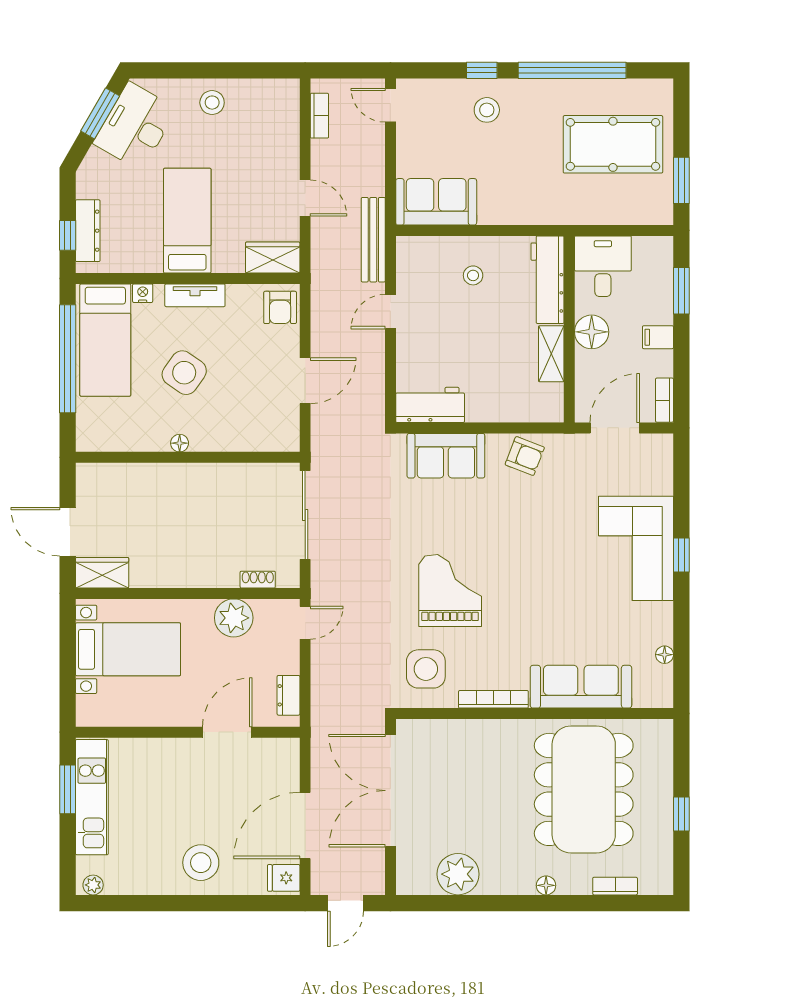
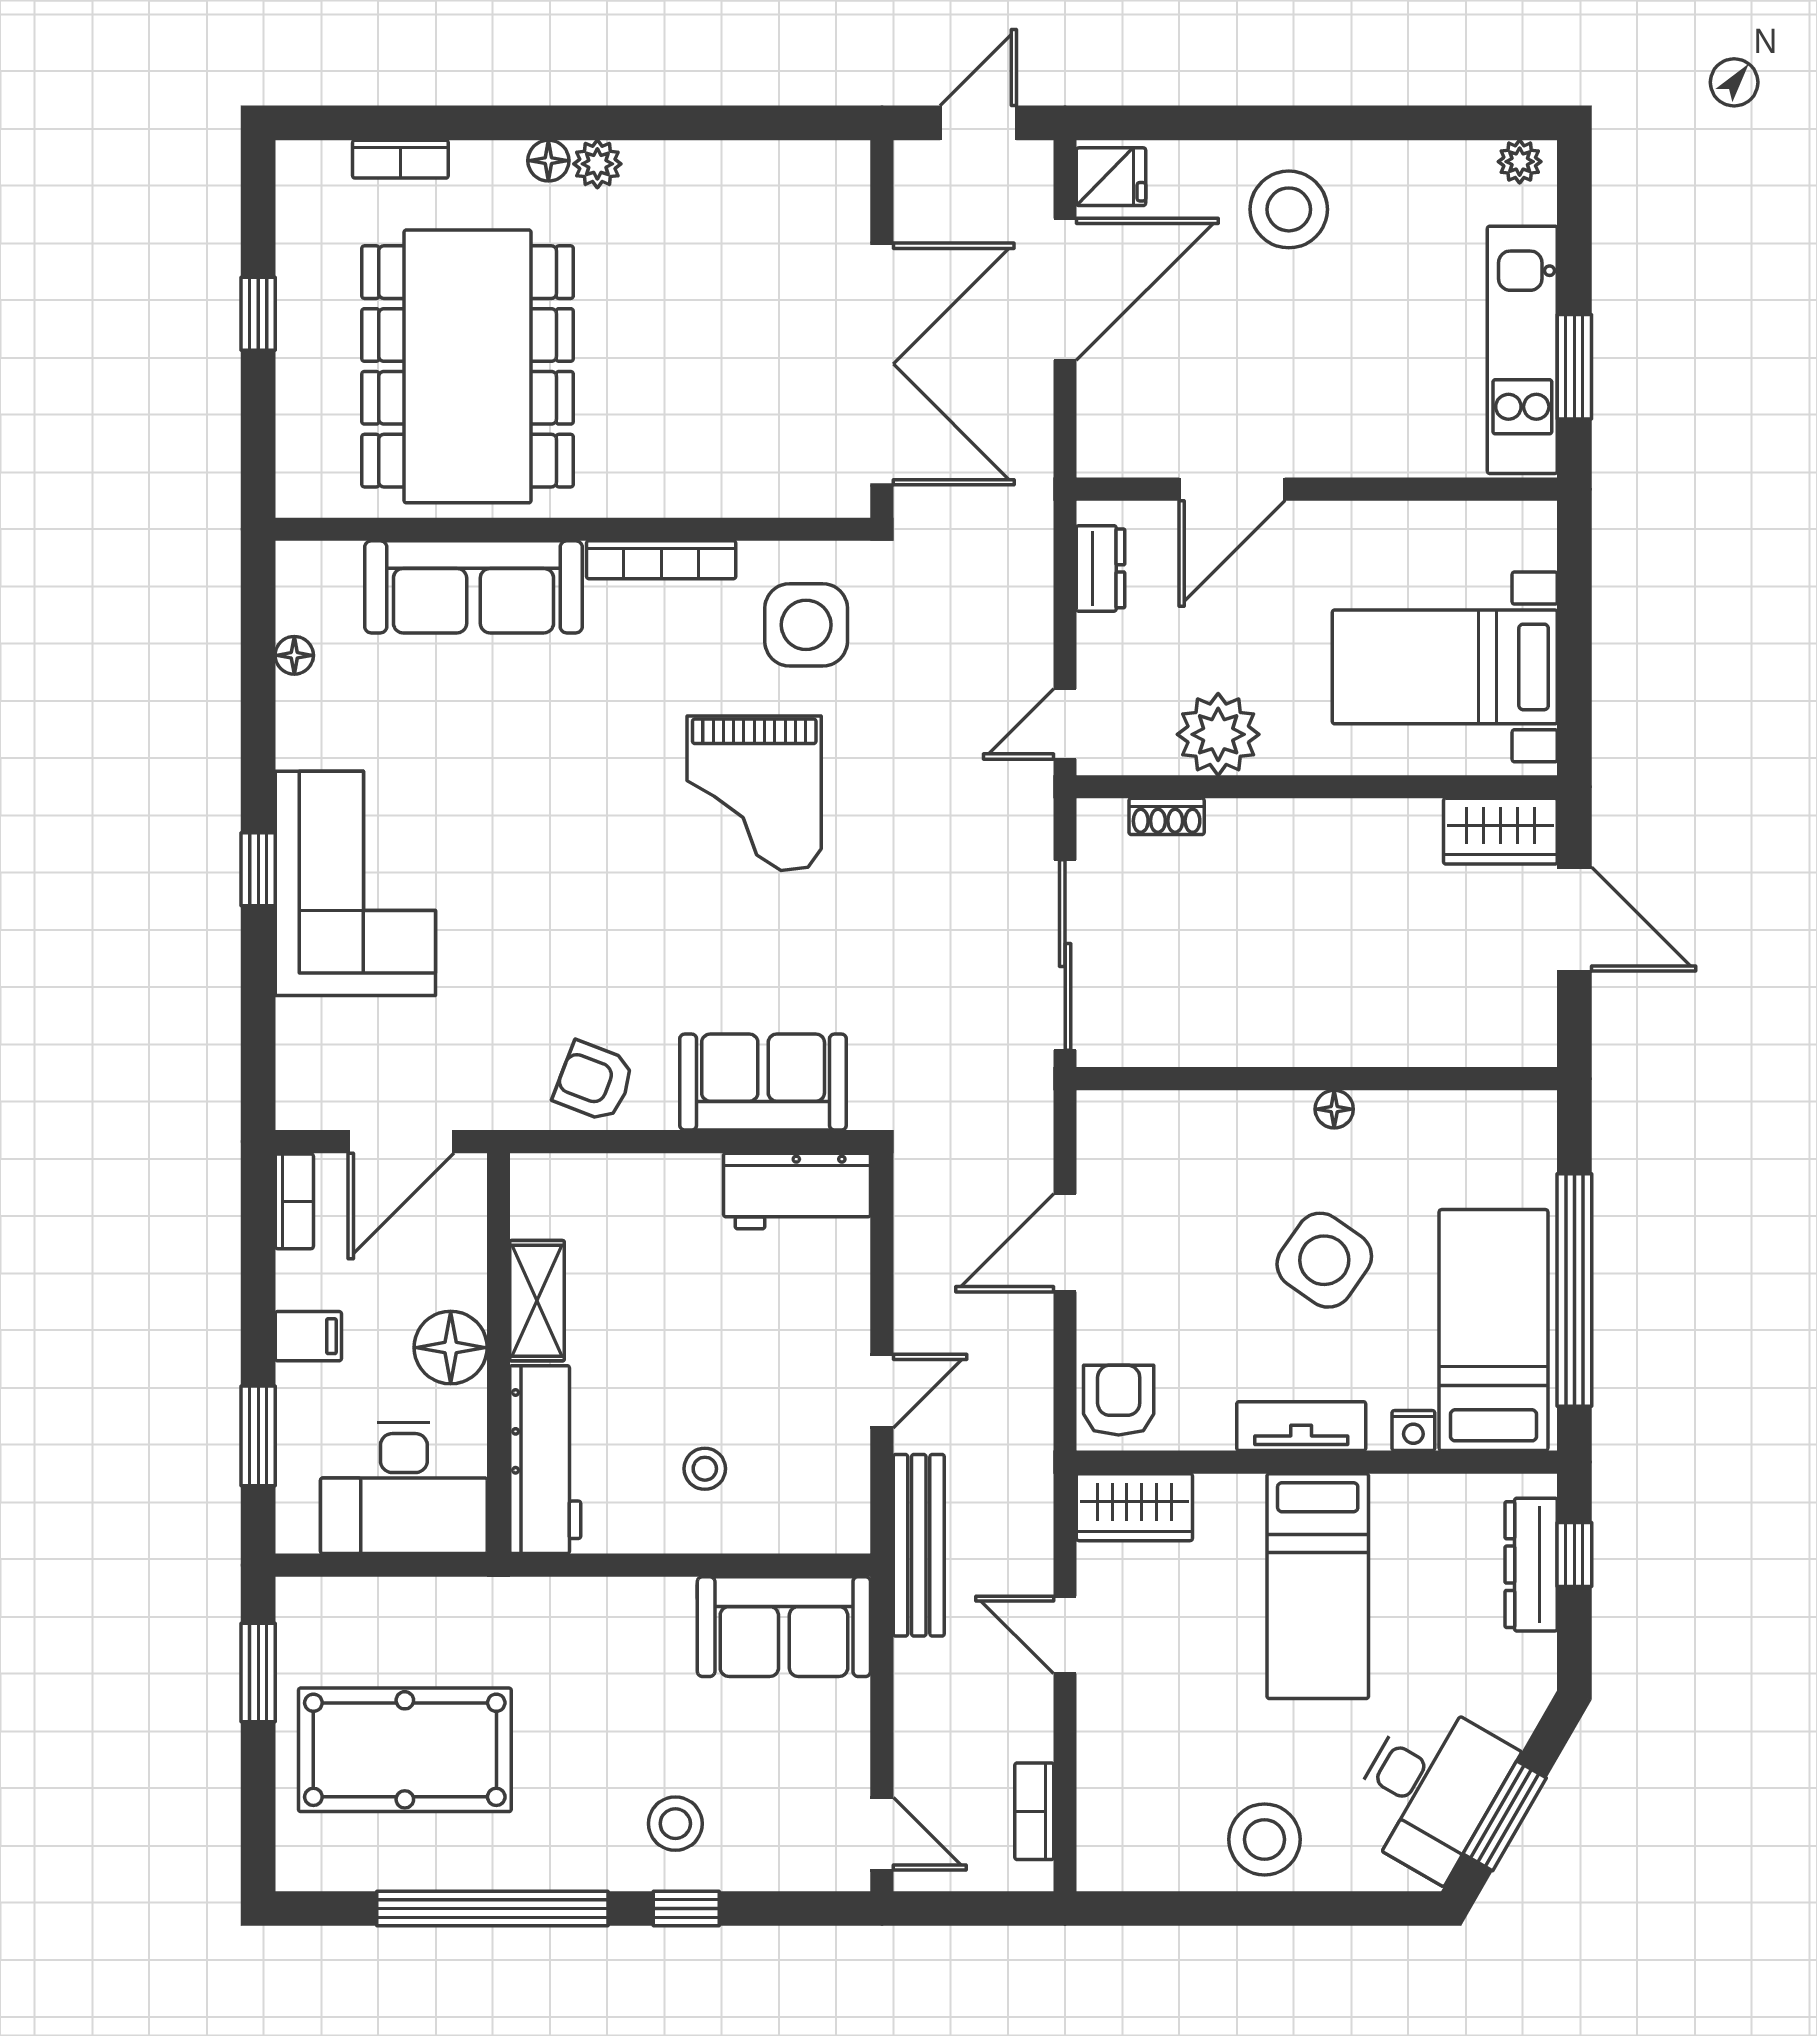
stool: (212, 103) -> (1265, 1839), width x1.38, depth x1.38
desk: (603, 266) -> (404, 1488), width x1.37
plant: (458, 874) -> (597, 164), moved, width x0.53, depth x0.53

